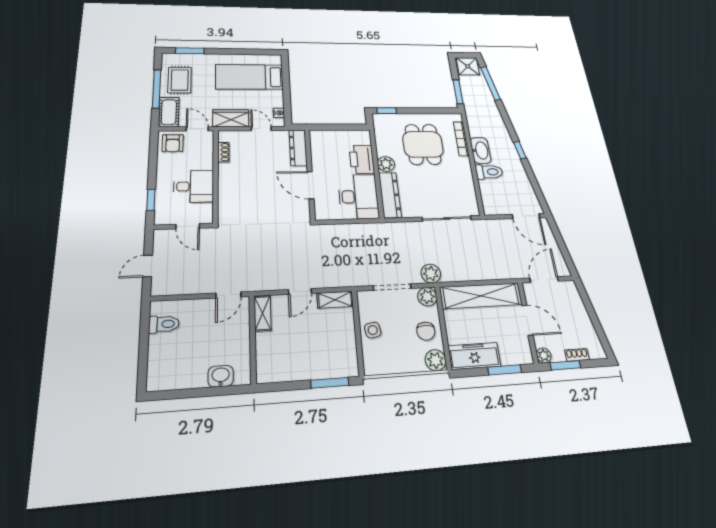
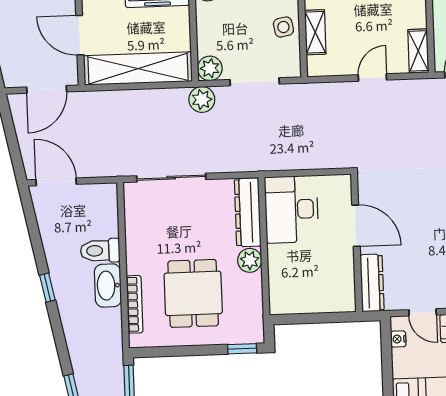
printer: (362, 159) -> (284, 267), removed
shelving: (335, 300) -> (315, 32), moved, turned 90
chair: (426, 331) -> (216, 24), removed

